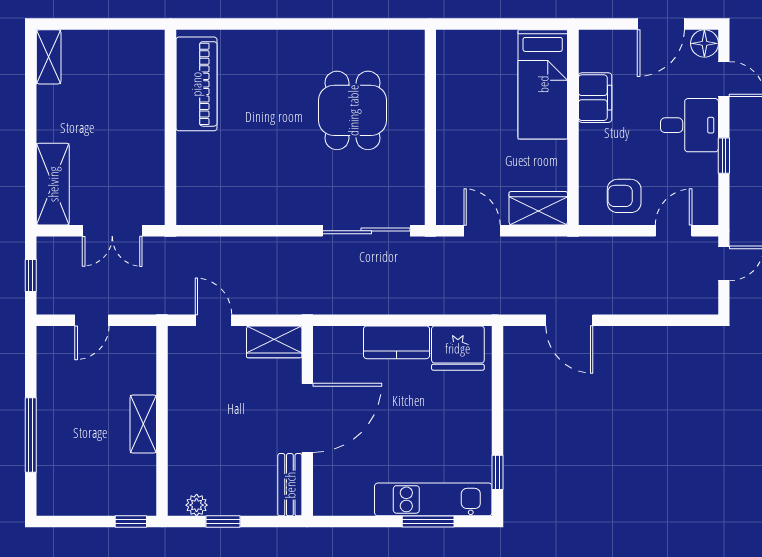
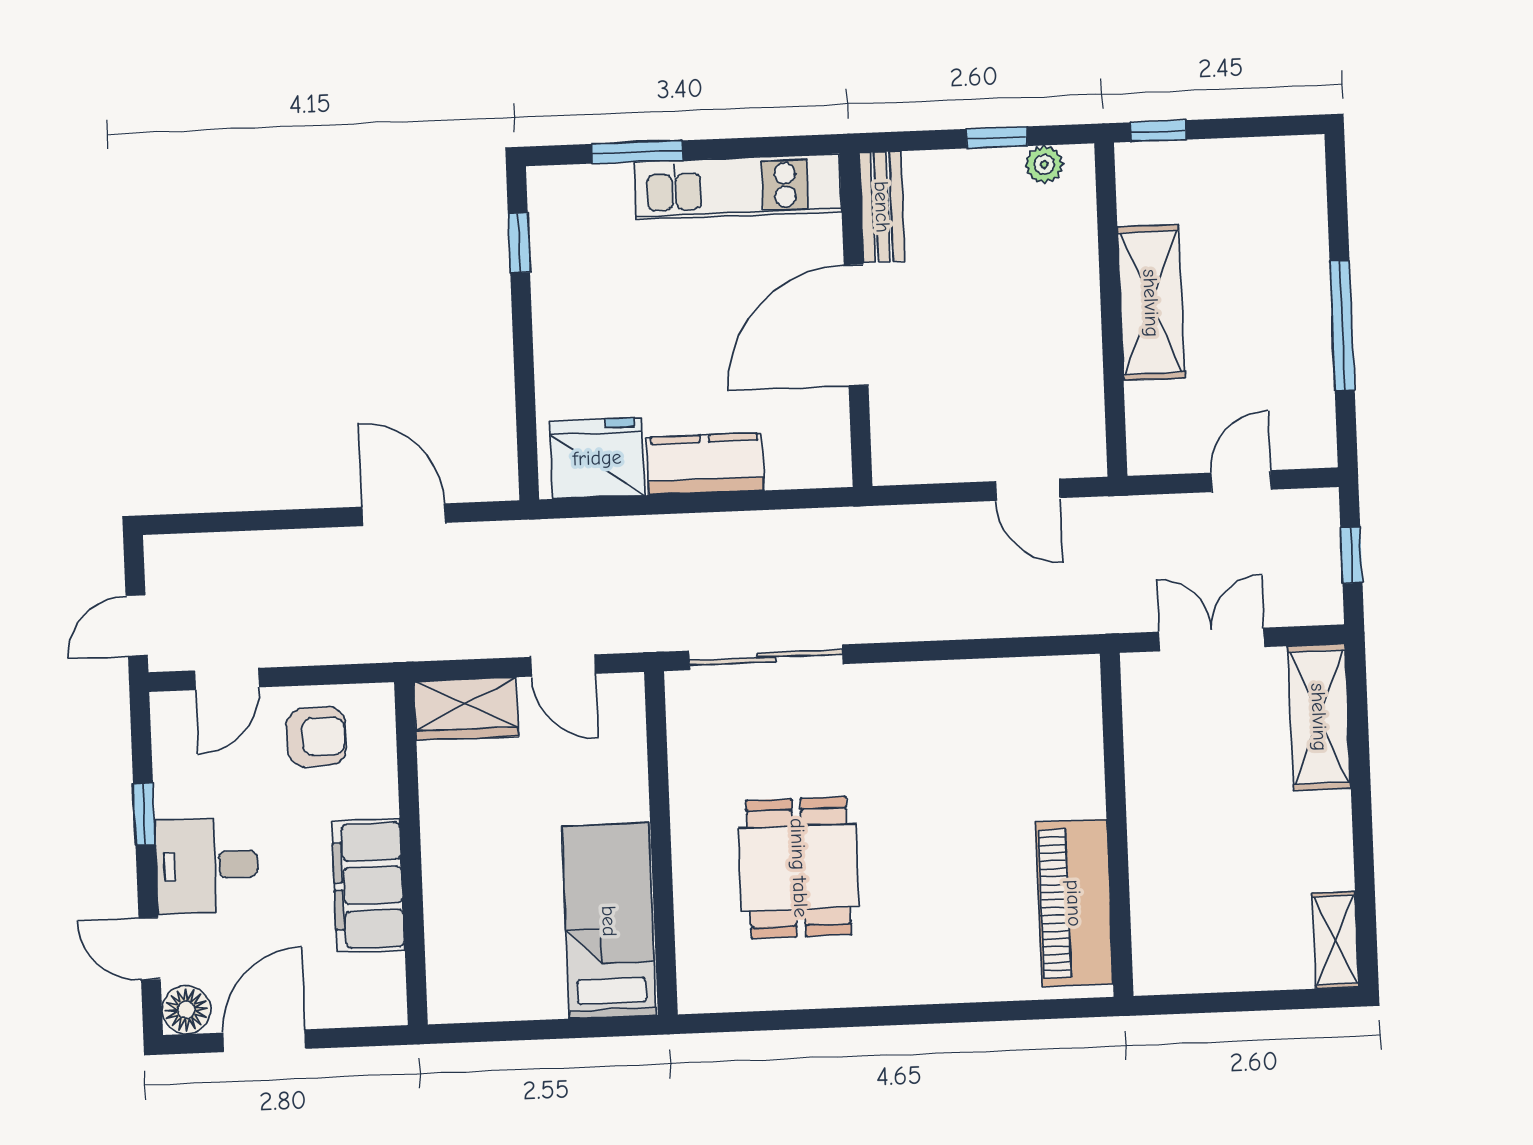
bed: (543, 84) -> (609, 921), moved
filing cabinet: (595, 98) -> (368, 885), width x1.50, depth x1.17
wardrobe: (274, 342) -> (920, 456), removed
shelving: (143, 424) -> (1151, 303), width x1.50, depth x1.33
window: (31, 435) -> (1342, 326), moved
kitchen unit: (433, 499) -> (738, 187), moved

